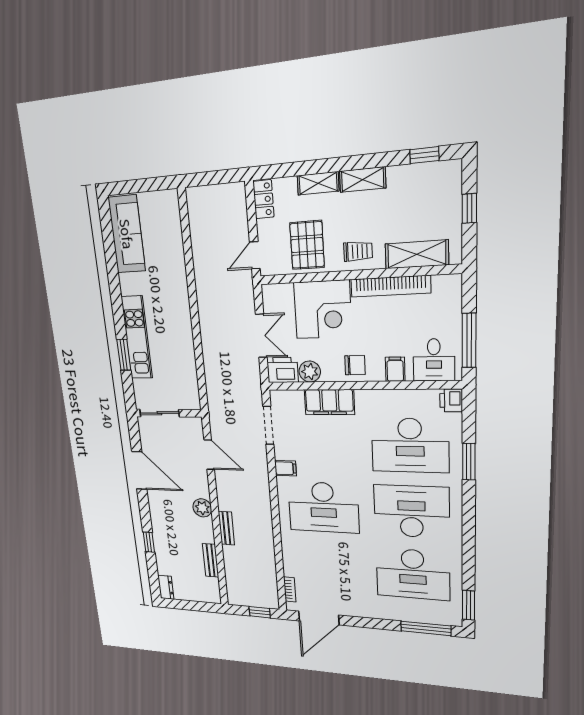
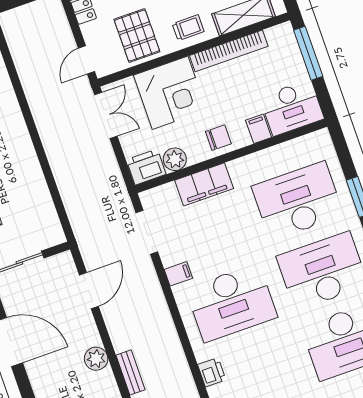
double door: (261, 336) -> (106, 115), moved
window: (469, 340) -> (308, 53), moved
desk: (434, 360) -> (292, 108), width x1.37
printer: (451, 400) -> (212, 372), moved, turned 180
desk: (410, 445) -> (298, 201), turned 180
door: (209, 455) -> (89, 291), hinge flipped

